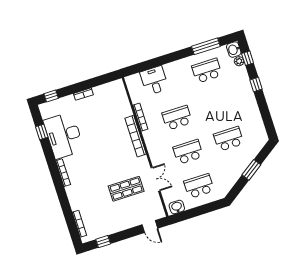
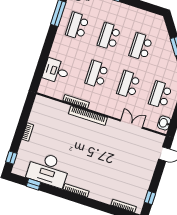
school desk: (218, 105) -> (109, 36), added
shop shelf: (126, 189) -> (123, 151), removed

